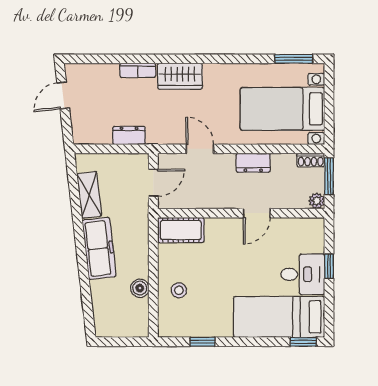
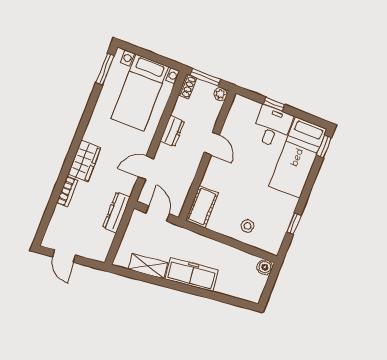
dresser: (129, 135) -> (116, 212), width x1.44
boiler: (140, 288) -> (265, 267), moved

